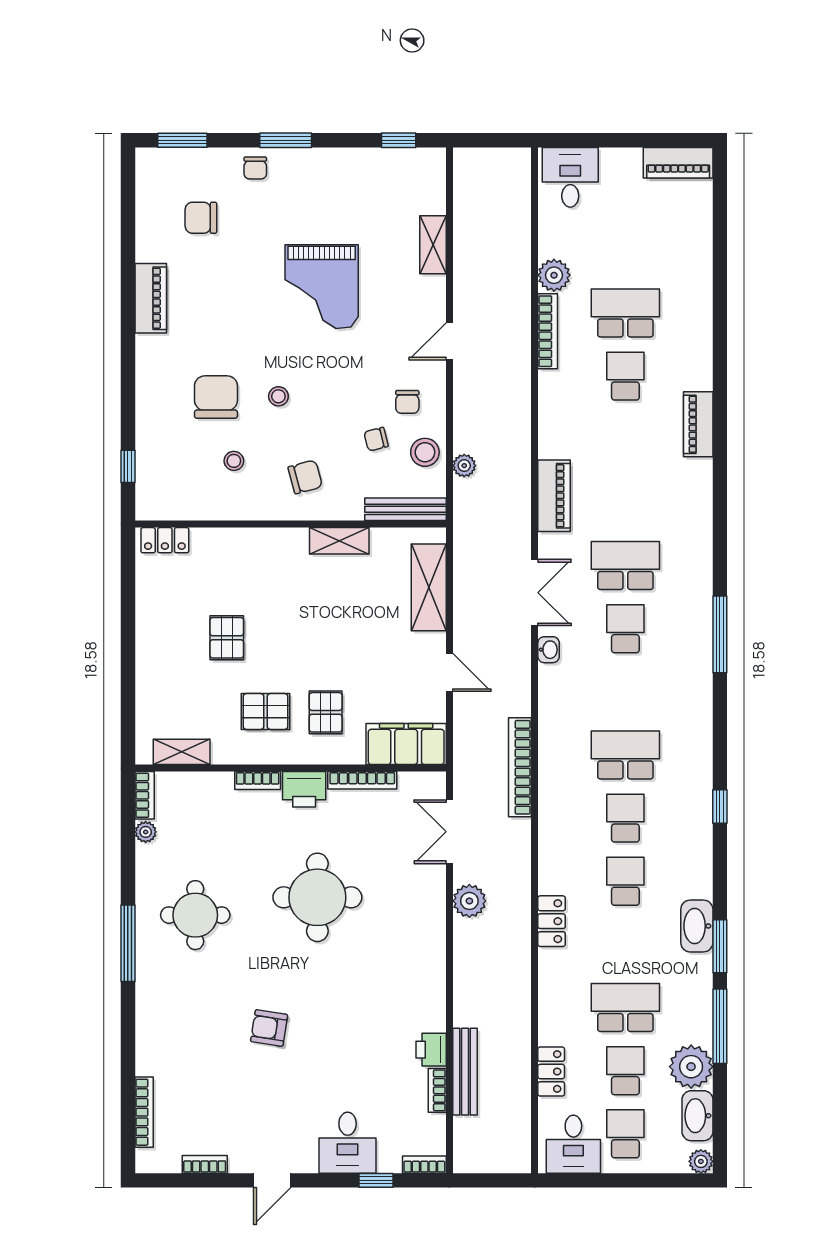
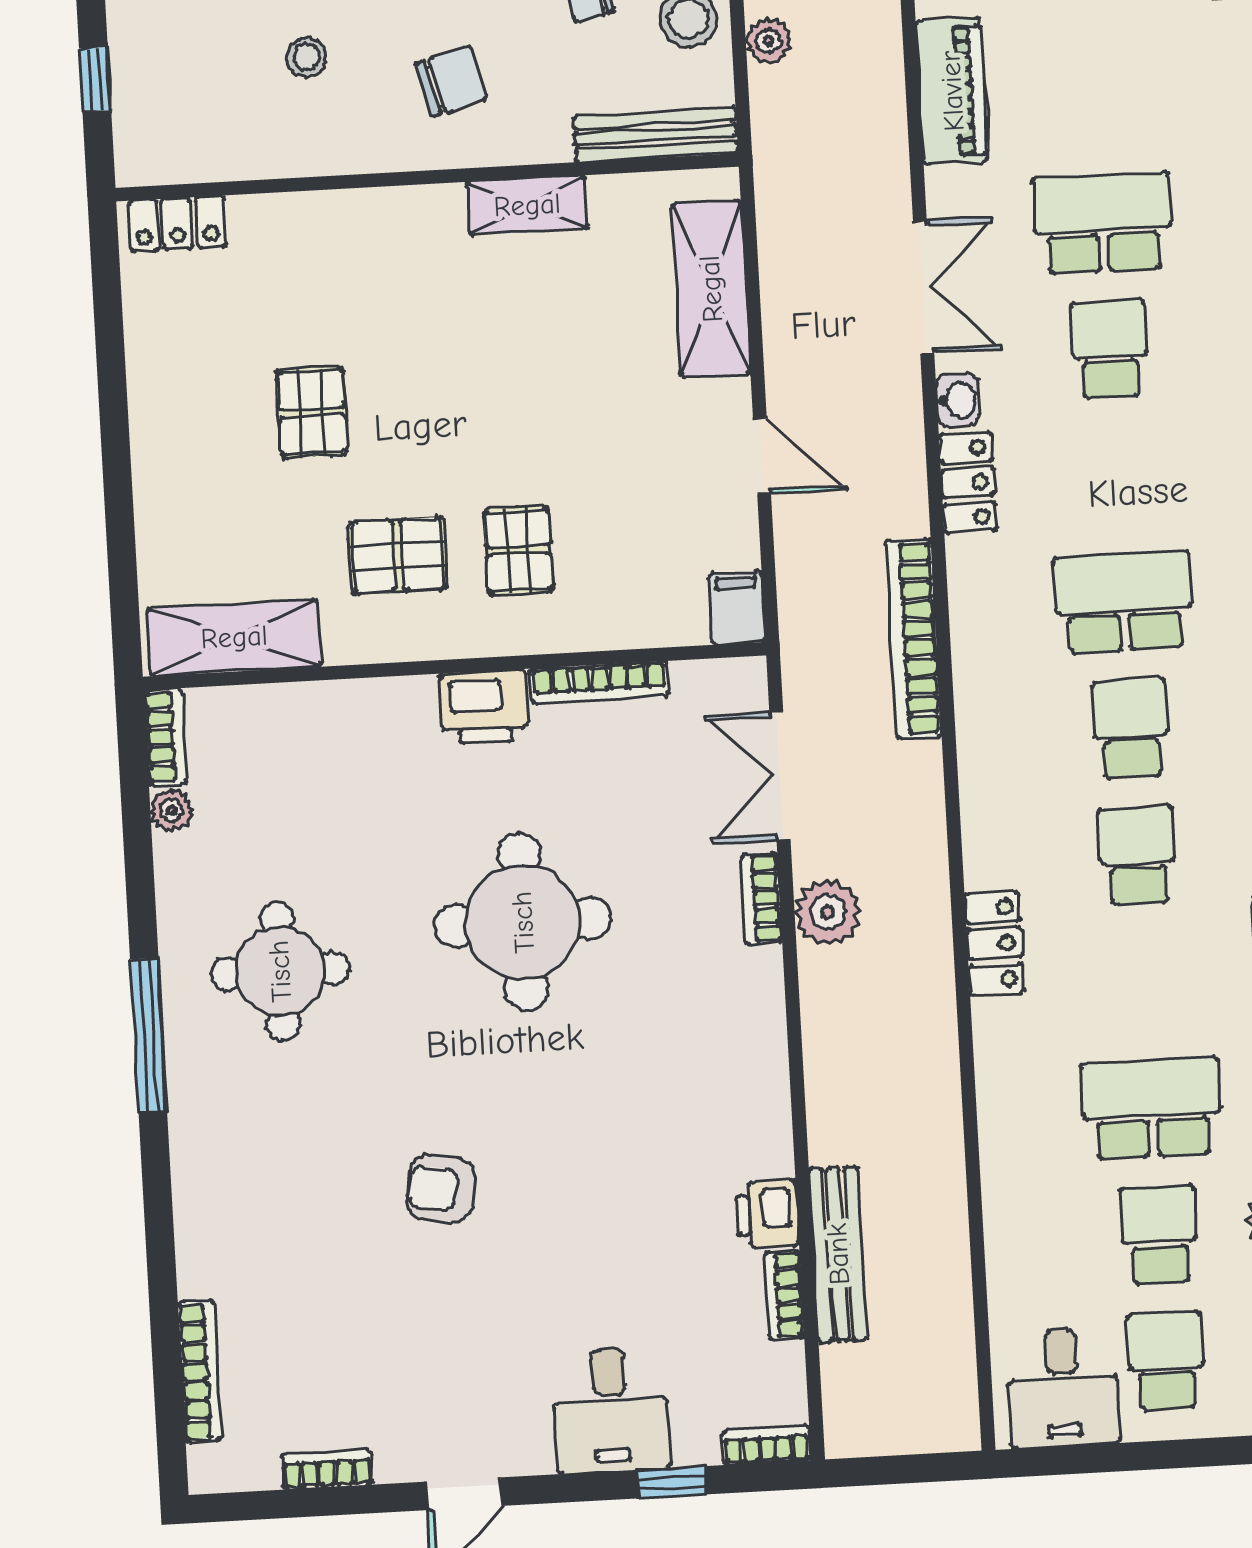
filing cabinet: (406, 744) -> (737, 608), width x0.33, depth x0.86
shelving: (182, 752) -> (234, 637), width x1.50, depth x1.33
bookcase: (258, 781) -> (762, 898), moved, turned 90
locker: (551, 1072) -> (968, 483), moved

